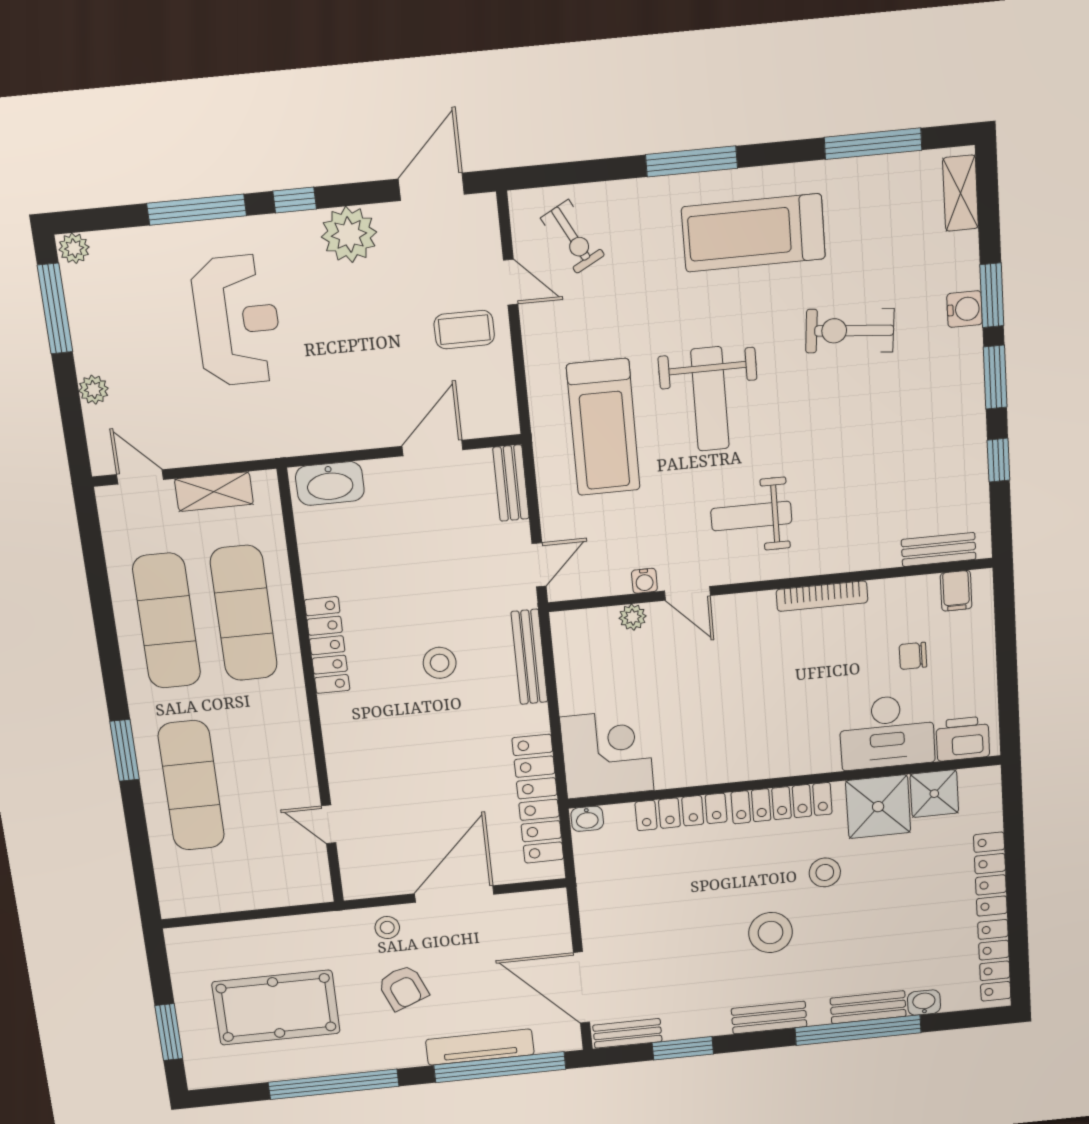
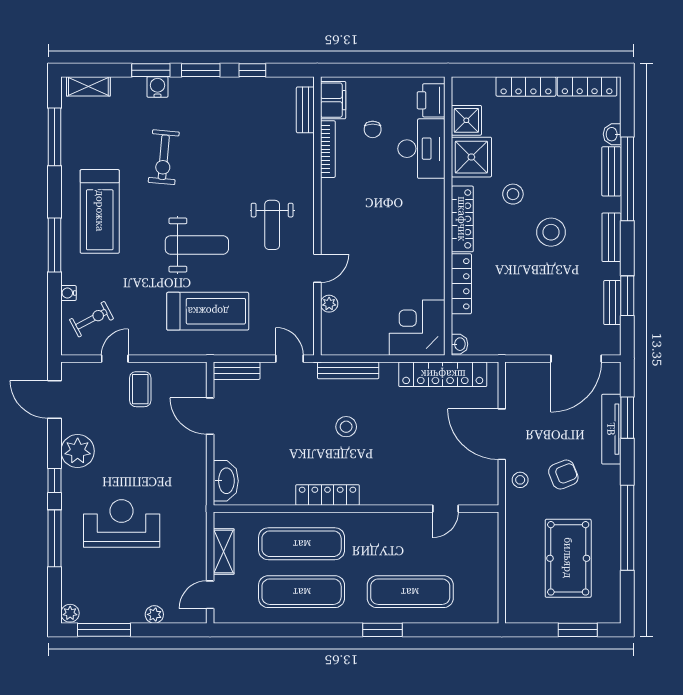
water cooler: (644, 581) -> (69, 293), moved, turned 180
filing cabinet: (956, 591) -> (333, 100), width x2.00
bookcase: (822, 596) -> (328, 149), moved
bench: (627, 1033) -> (612, 302), moved
window: (500, 1067) -> (627, 418), width x0.47

